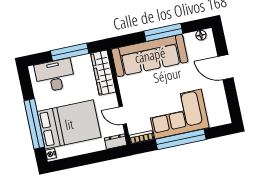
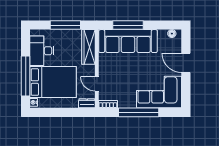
window: (163, 32) -> (128, 25), moved
desk: (55, 76) -> (42, 51), moved, turned -90
corner sofa: (178, 114) -> (159, 92), moved

